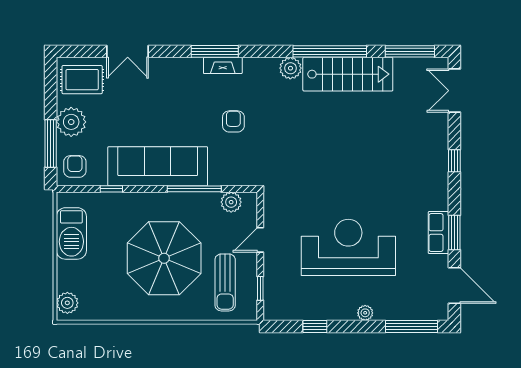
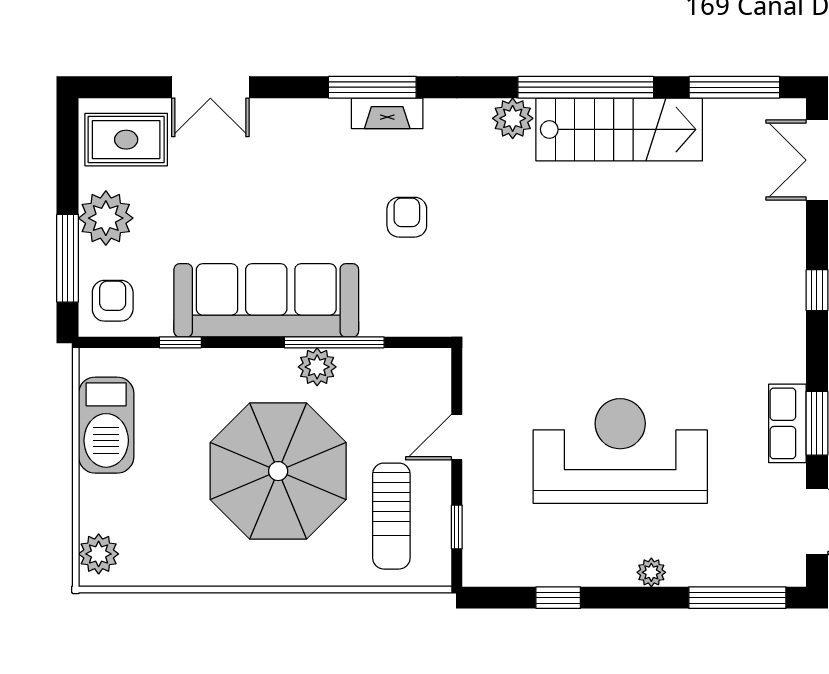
plant: (231, 202) -> (317, 367), moved

